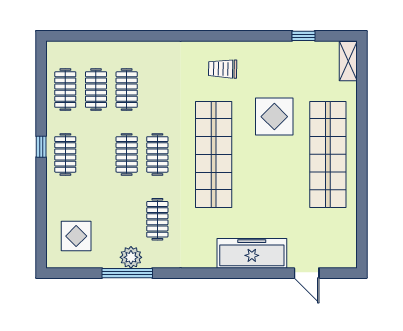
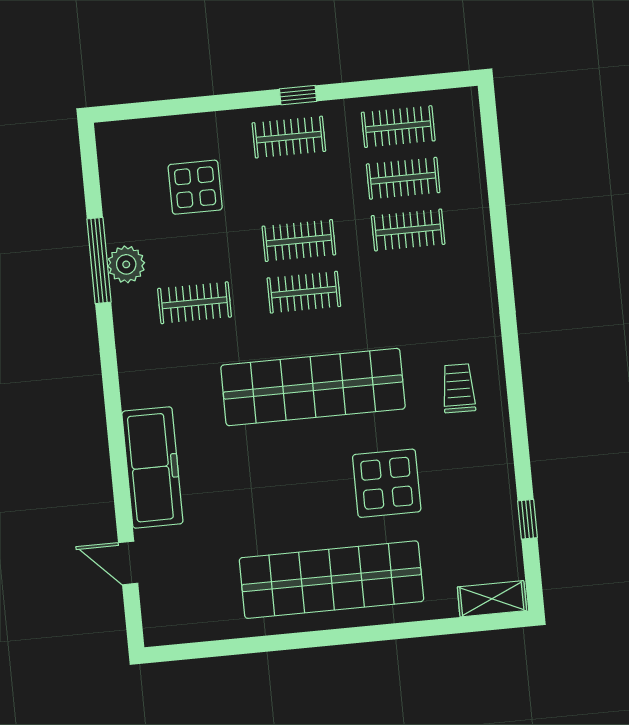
display table: (76, 236) -> (195, 187), moved
door: (307, 273) -> (128, 563), hinge flipped

